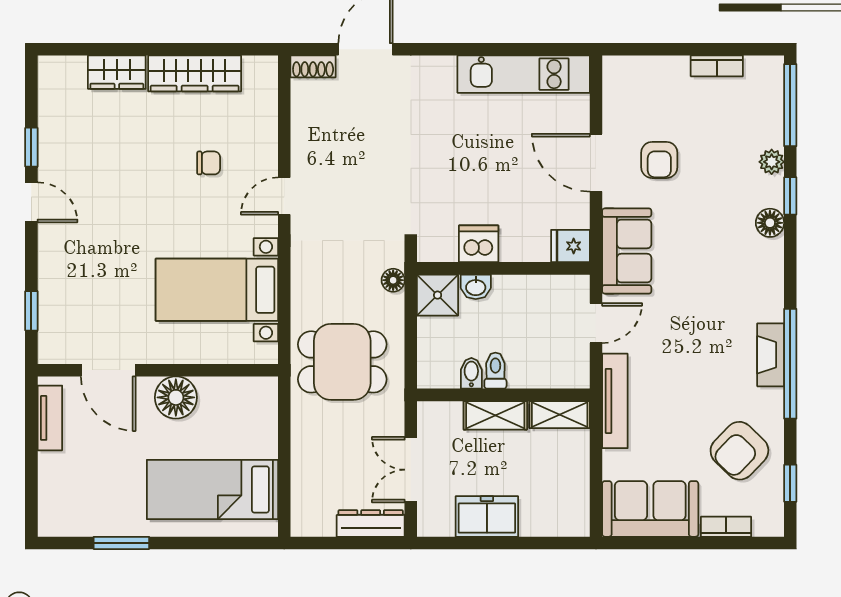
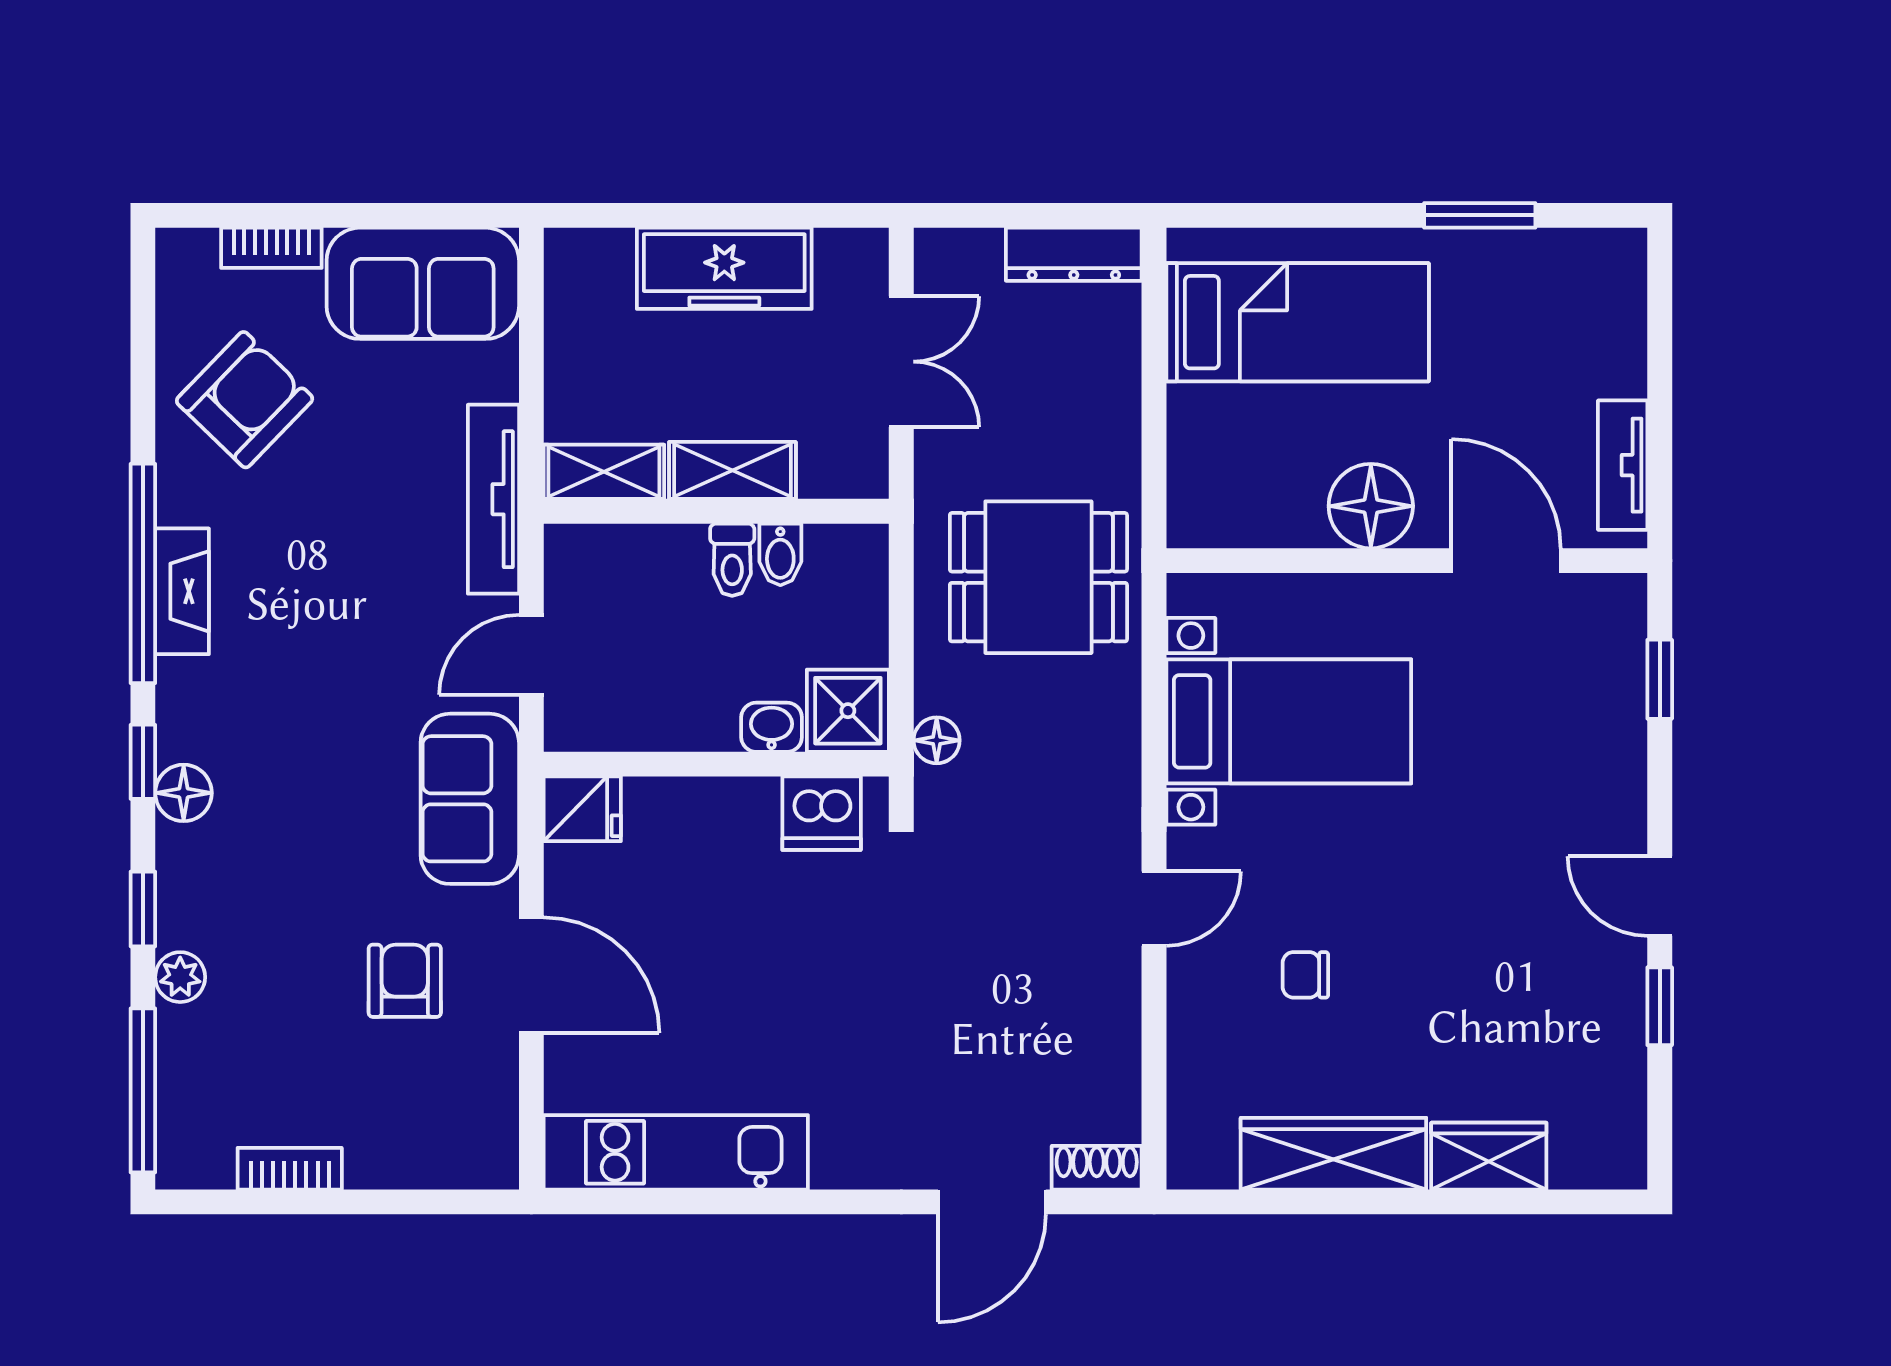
floor lamp: (770, 223) -> (184, 793), moved
dishwasher: (479, 244) -> (822, 813), moved
window: (790, 483) -> (143, 762), moved
freezer: (487, 516) -> (724, 268), width x1.40
dresser: (371, 523) -> (1074, 254), moved

